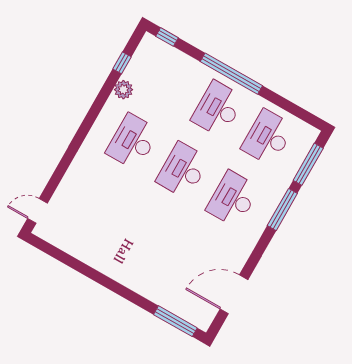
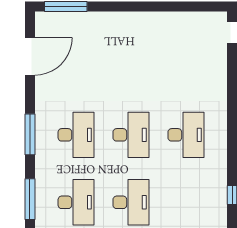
plant: (123, 90) -> (218, 174), removed
window: (282, 210) -> (30, 134), moved

